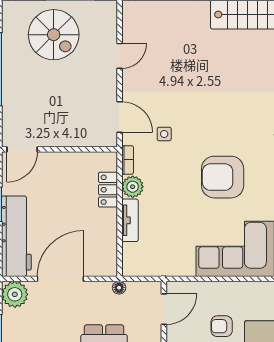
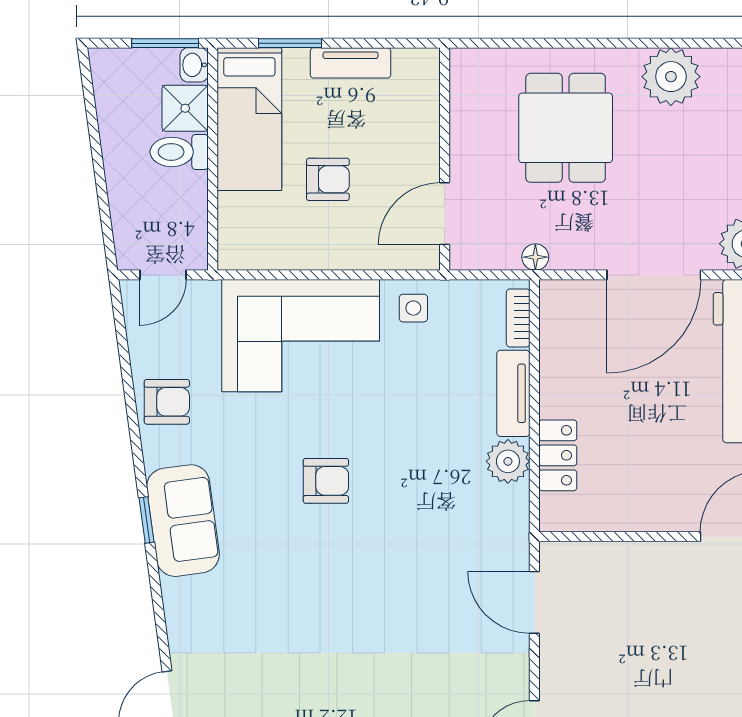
side table: (164, 134) -> (413, 308), moved
bookcase: (128, 160) -> (518, 318), moved
armchair: (223, 177) -> (326, 481), width x0.53, depth x0.53

